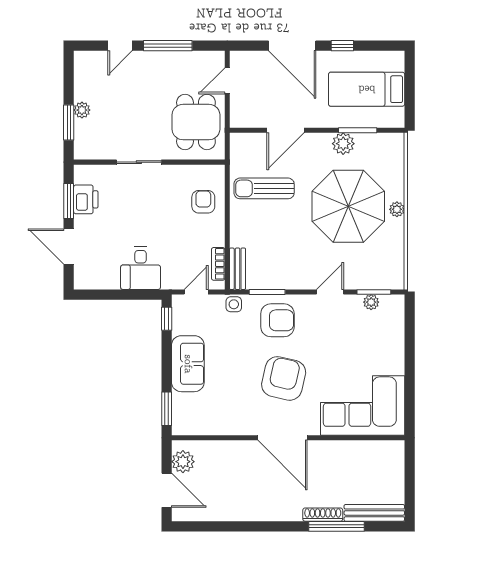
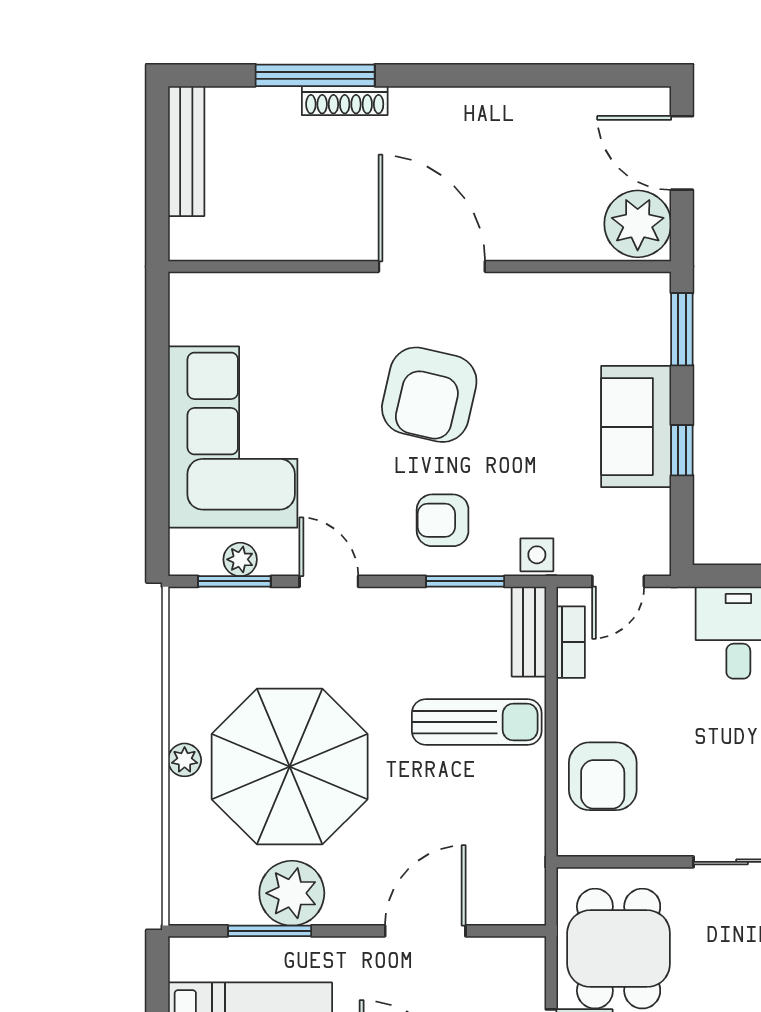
plant: (343, 144) -> (292, 893), width x1.36, depth x1.36
sun lounger: (264, 188) -> (477, 722), moved
armchair: (203, 202) -> (603, 776), width x1.38, depth x1.38
door: (330, 292) -> (329, 581), swing flipped
window: (167, 319) -> (682, 450), moved
armchair: (277, 320) -> (443, 520), width x0.72, depth x0.72
corner sofa: (363, 405) -> (233, 437), moved, turned -90
plant: (183, 462) -> (638, 224), width x1.36, depth x1.36
bench: (374, 513) -> (186, 151), moved, turned 90

